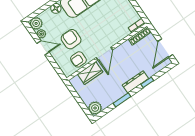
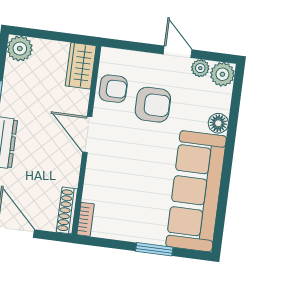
door: (43, 48) -> (178, 52), swing flipped
armchair: (78, 59) -> (113, 89), turned 90
wardrobe: (90, 73) -> (81, 66), moved

